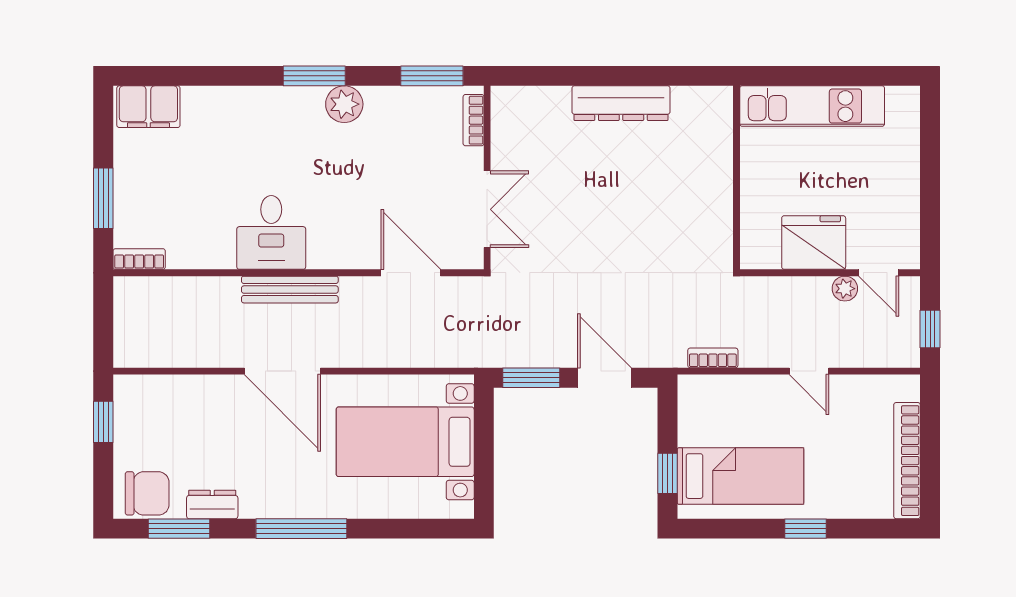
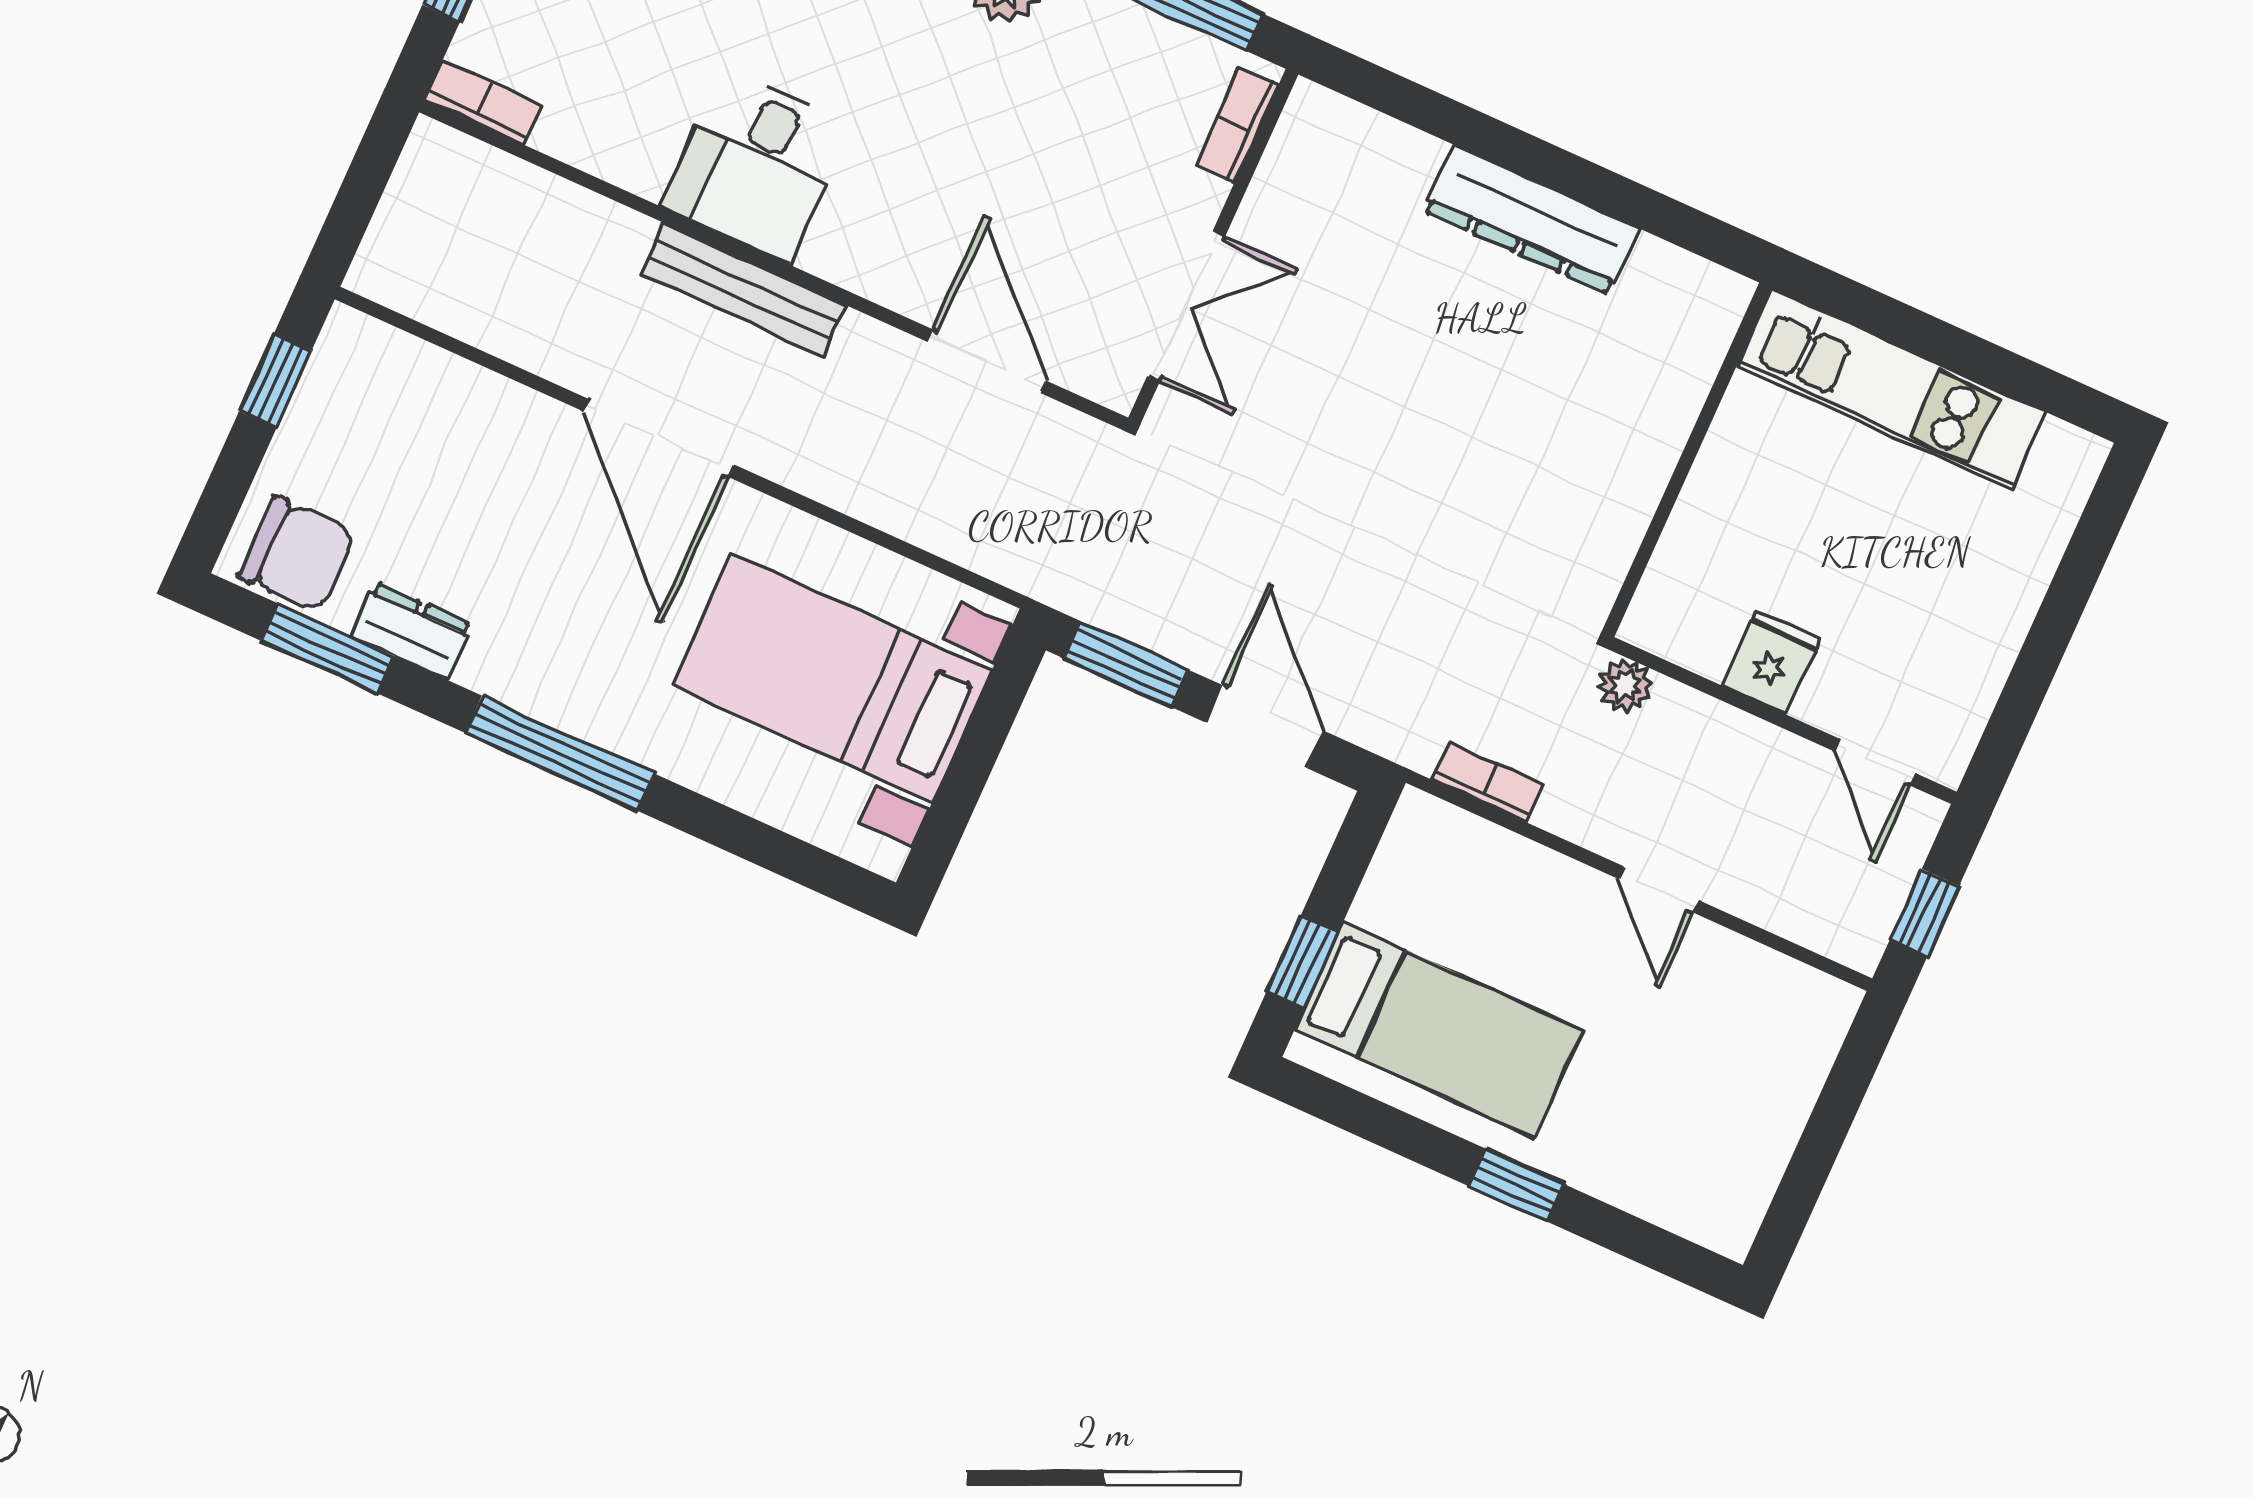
fridge: (814, 242) -> (1772, 662), width x0.53, depth x0.75
plant: (845, 289) -> (1625, 686), moved
bookcase: (907, 461) -> (1768, 1143), removed

